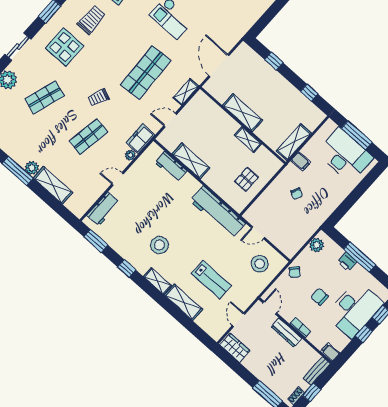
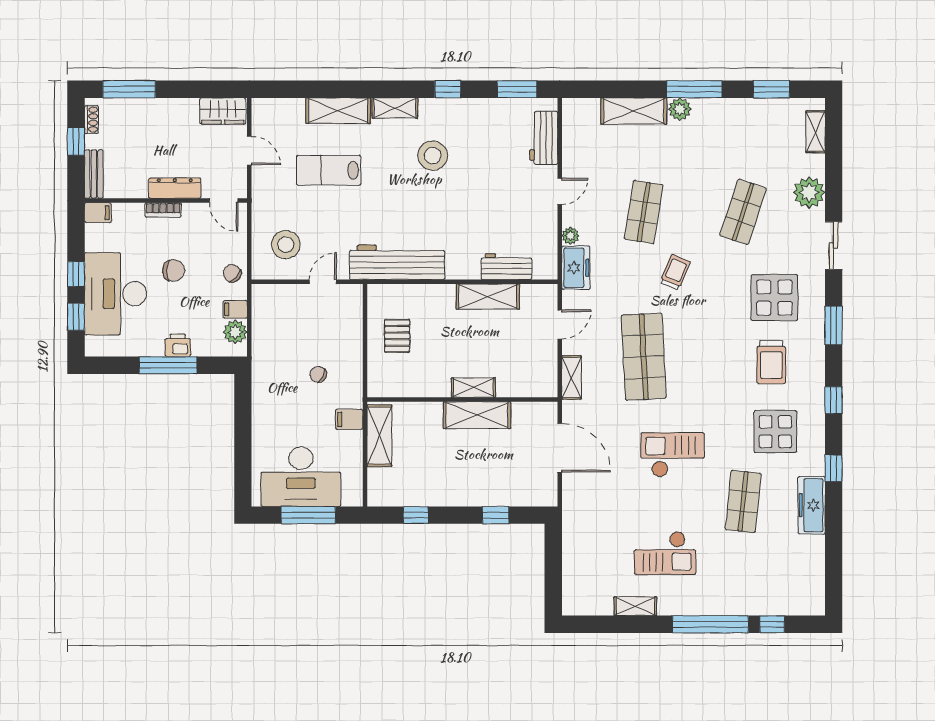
shelving: (248, 140) -> (473, 388), moved
filing cabinet: (308, 255) -> (235, 309), added

